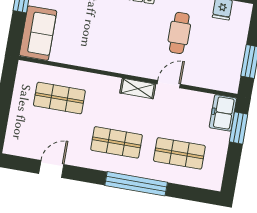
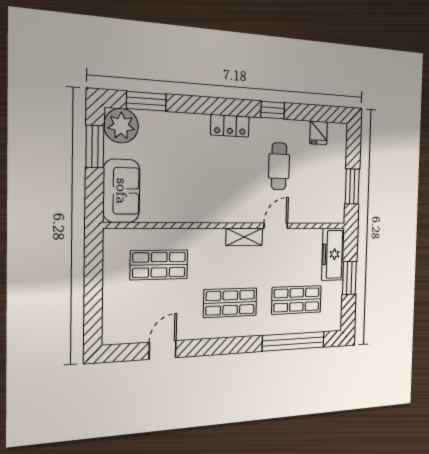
freezer: (223, 113) -> (333, 254), width x1.40
window: (239, 128) -> (349, 278), moved
window: (136, 184) -> (294, 341), moved

